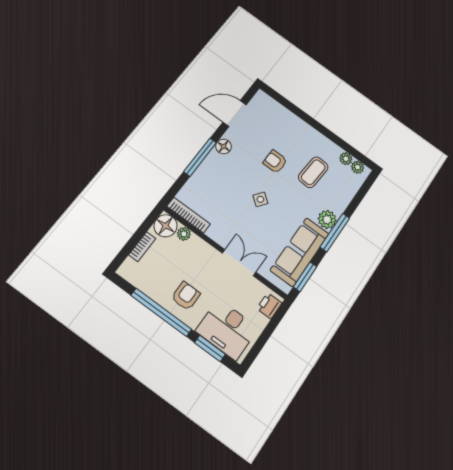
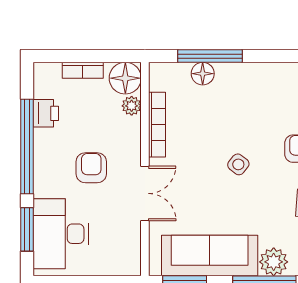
floor lamp: (224, 146) -> (203, 74), moved
window: (200, 157) -> (210, 56), moved
bookcase: (189, 215) -> (157, 125), moved
armchair: (186, 296) -> (91, 168), moved, turned -90
printer: (269, 306) -> (46, 113), moved, turned 90

